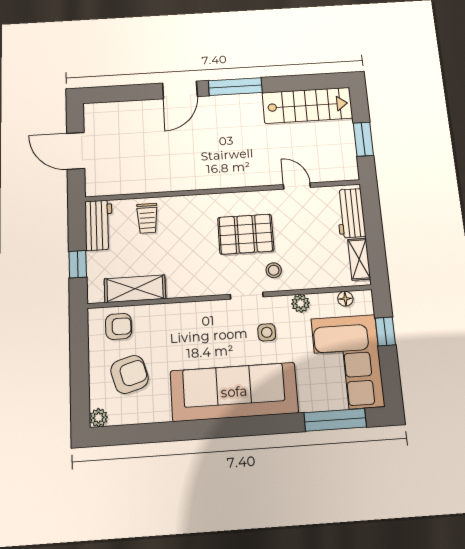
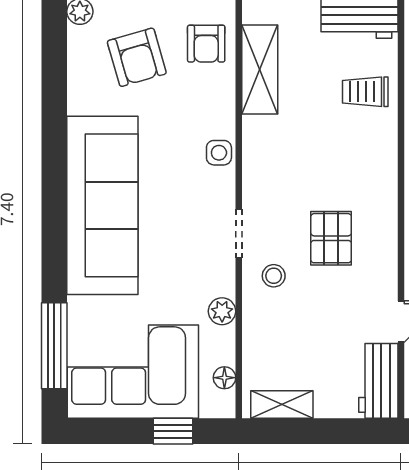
workbench: (351, 213) -> (378, 381), moved, turned -90
pallet: (246, 234) -> (331, 238), width x0.67, depth x0.71
side table: (267, 332) -> (219, 153), moved

